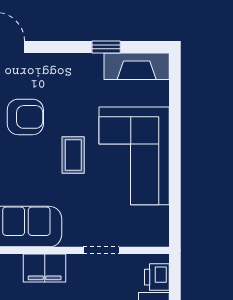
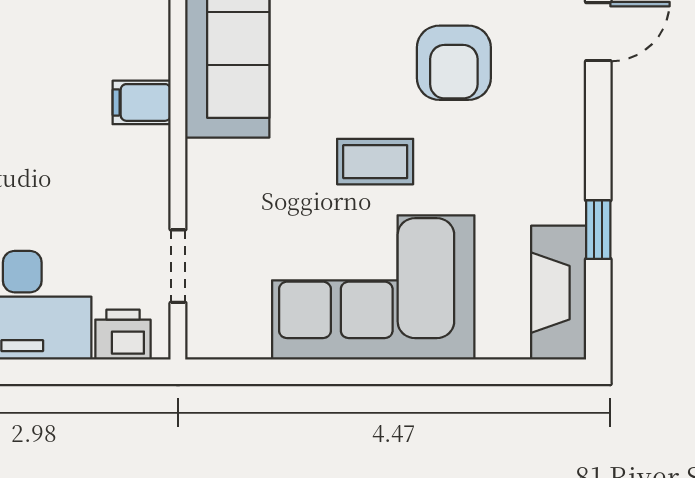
doorway: (101, 250) -> (178, 266), moved
filing cabinet: (45, 268) -> (142, 102), width x0.50

